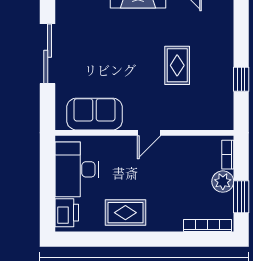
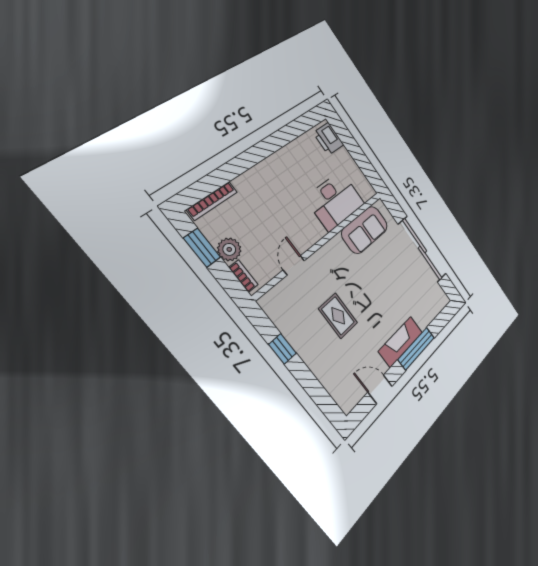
sliding door: (48, 54) -> (422, 249), width x1.36
door: (149, 133) -> (294, 265), moved
desk: (77, 169) -> (335, 201), moved, turned 90
rug: (125, 213) -> (287, 167), removed

